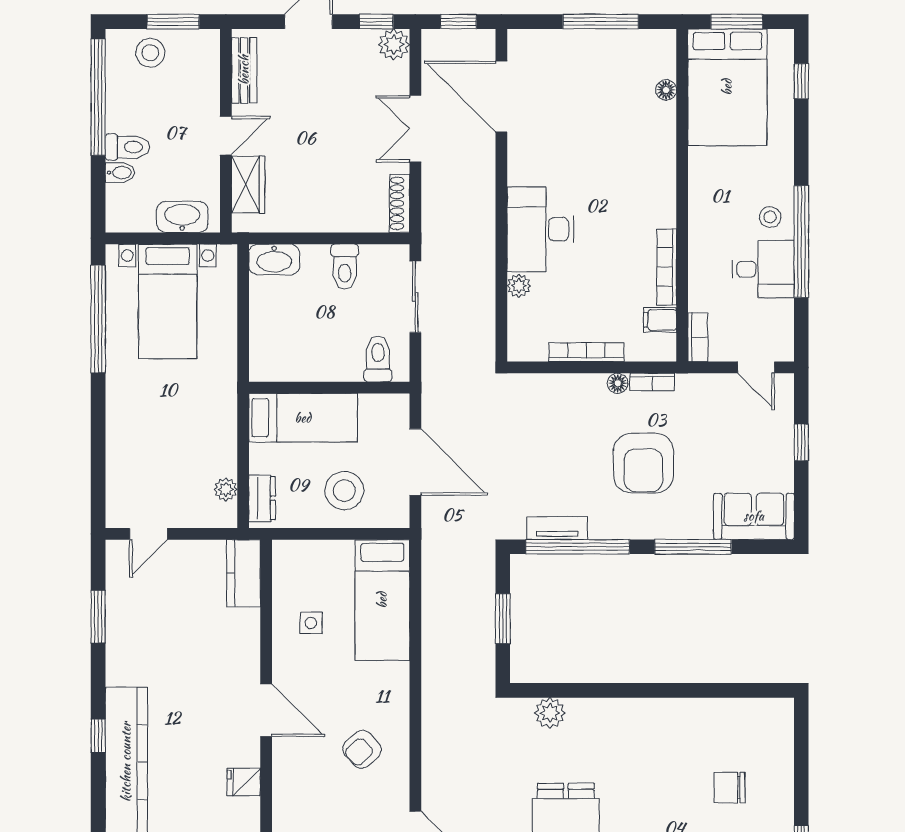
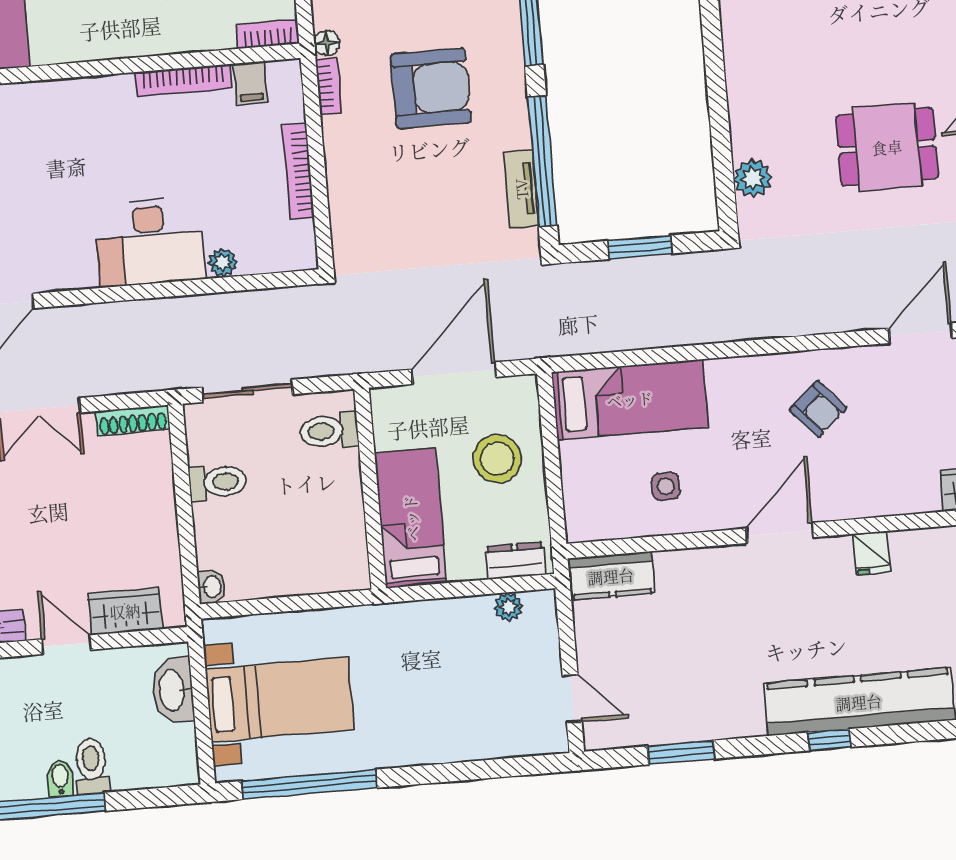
bidet: (120, 173) -> (60, 778), moved
washbasin: (274, 260) -> (212, 587), width x0.52, depth x0.69
floor lamp: (618, 383) -> (327, 43), moved

